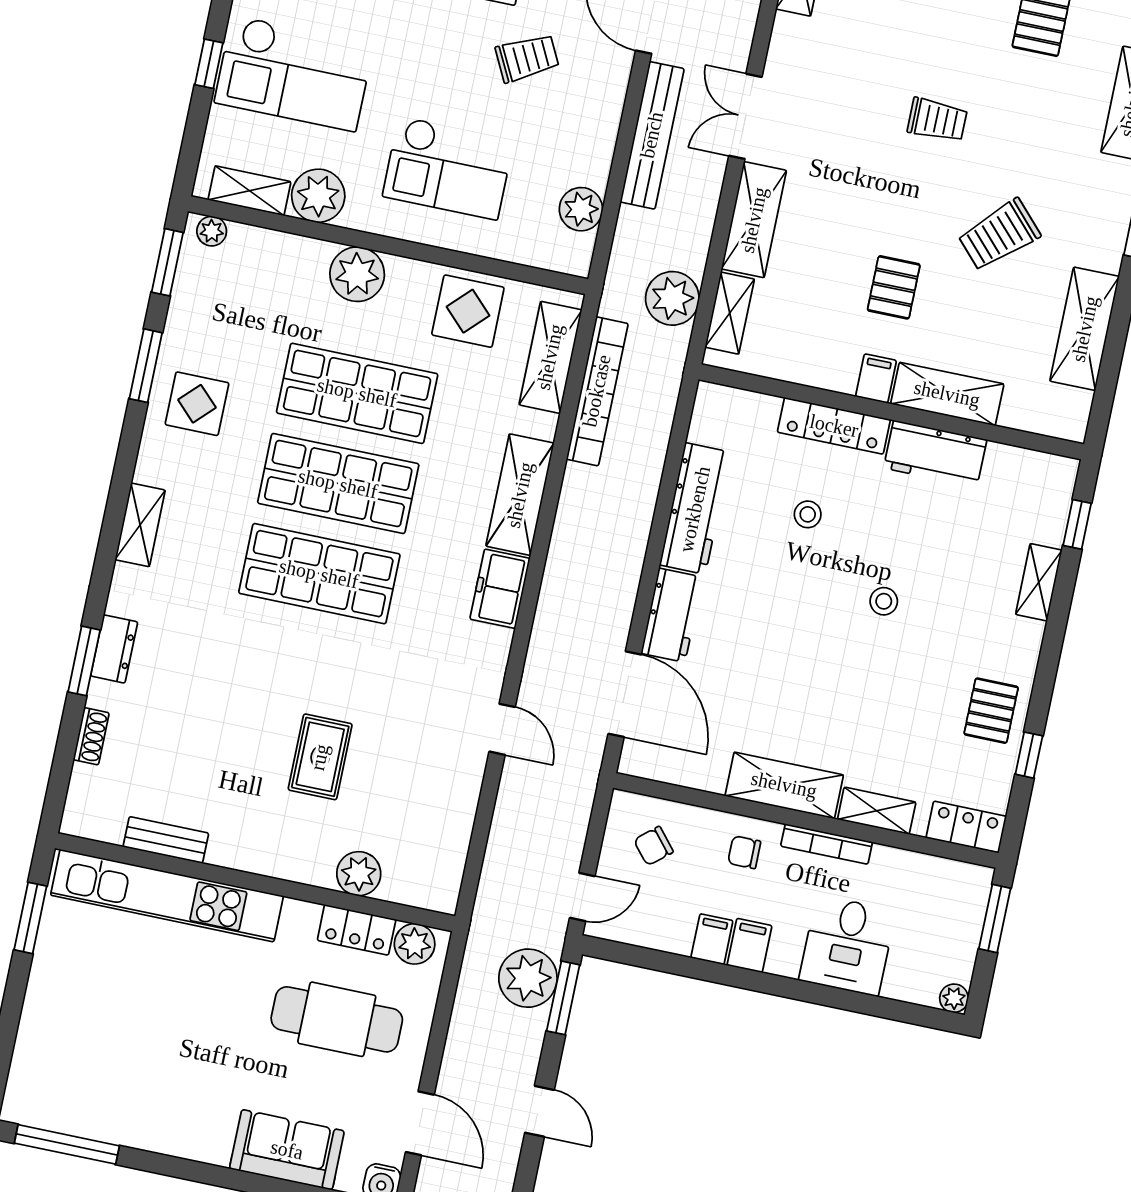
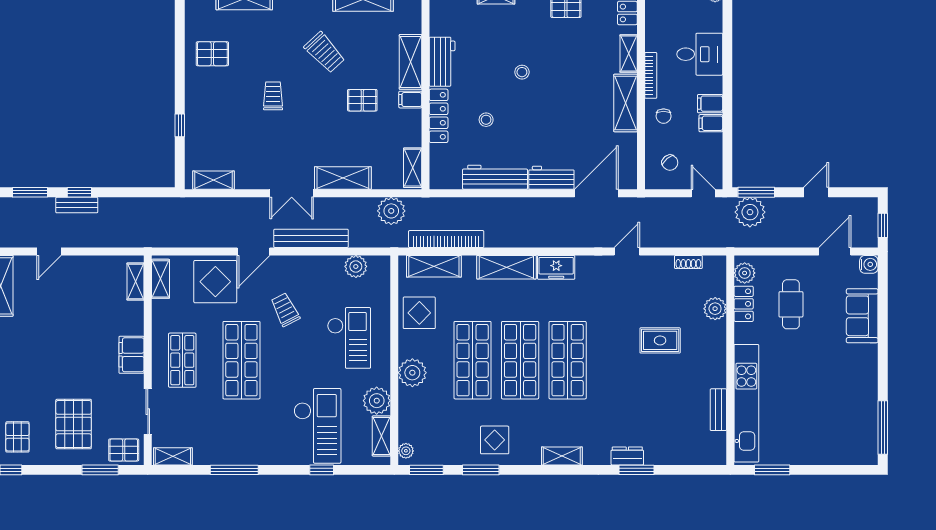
shelving: (730, 313) -> (413, 168), moved, turned 90
shoe rack: (91, 736) -> (688, 262), moved, turned 180
cafe table: (337, 1019) -> (791, 304), width x0.73, depth x0.74

